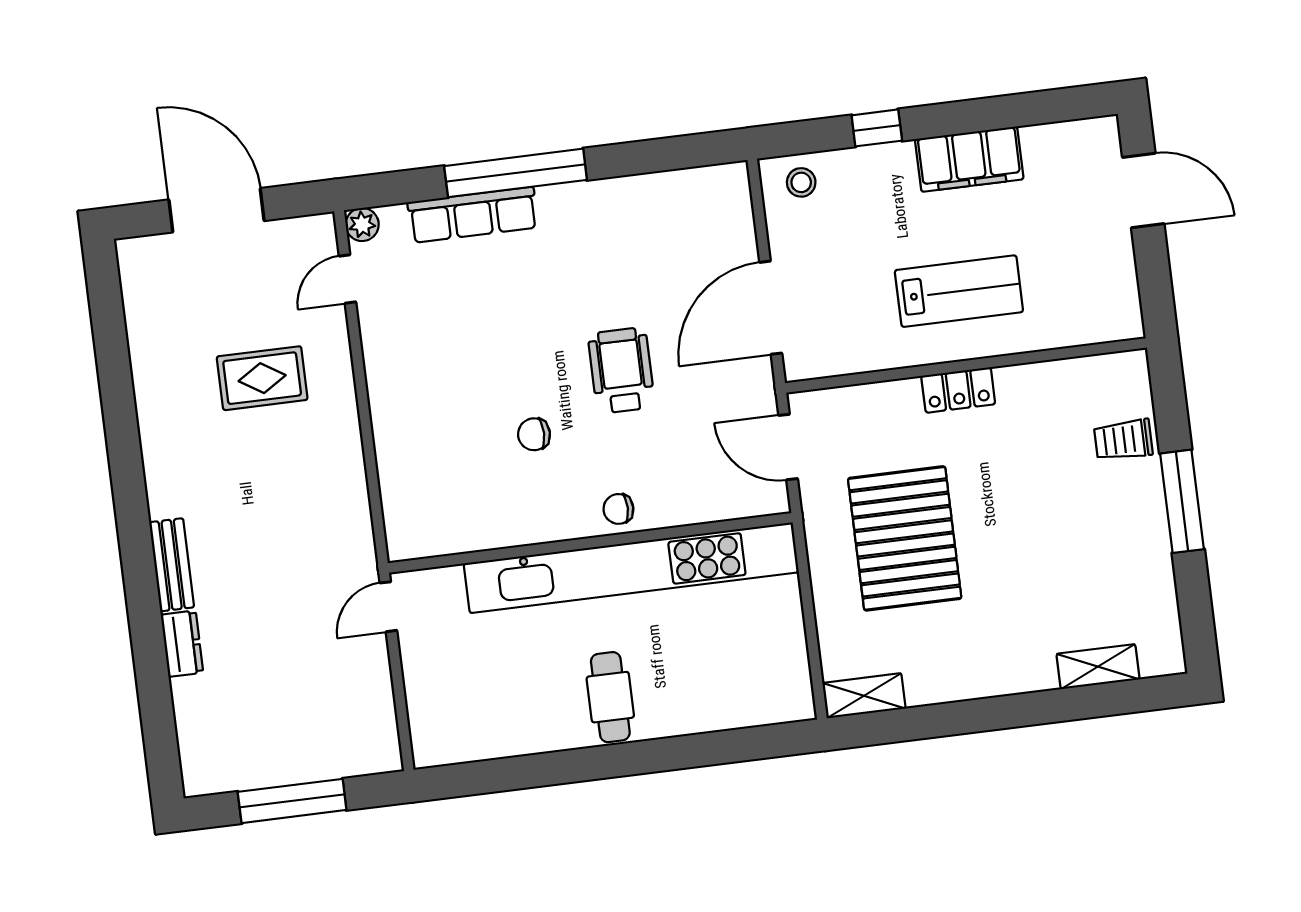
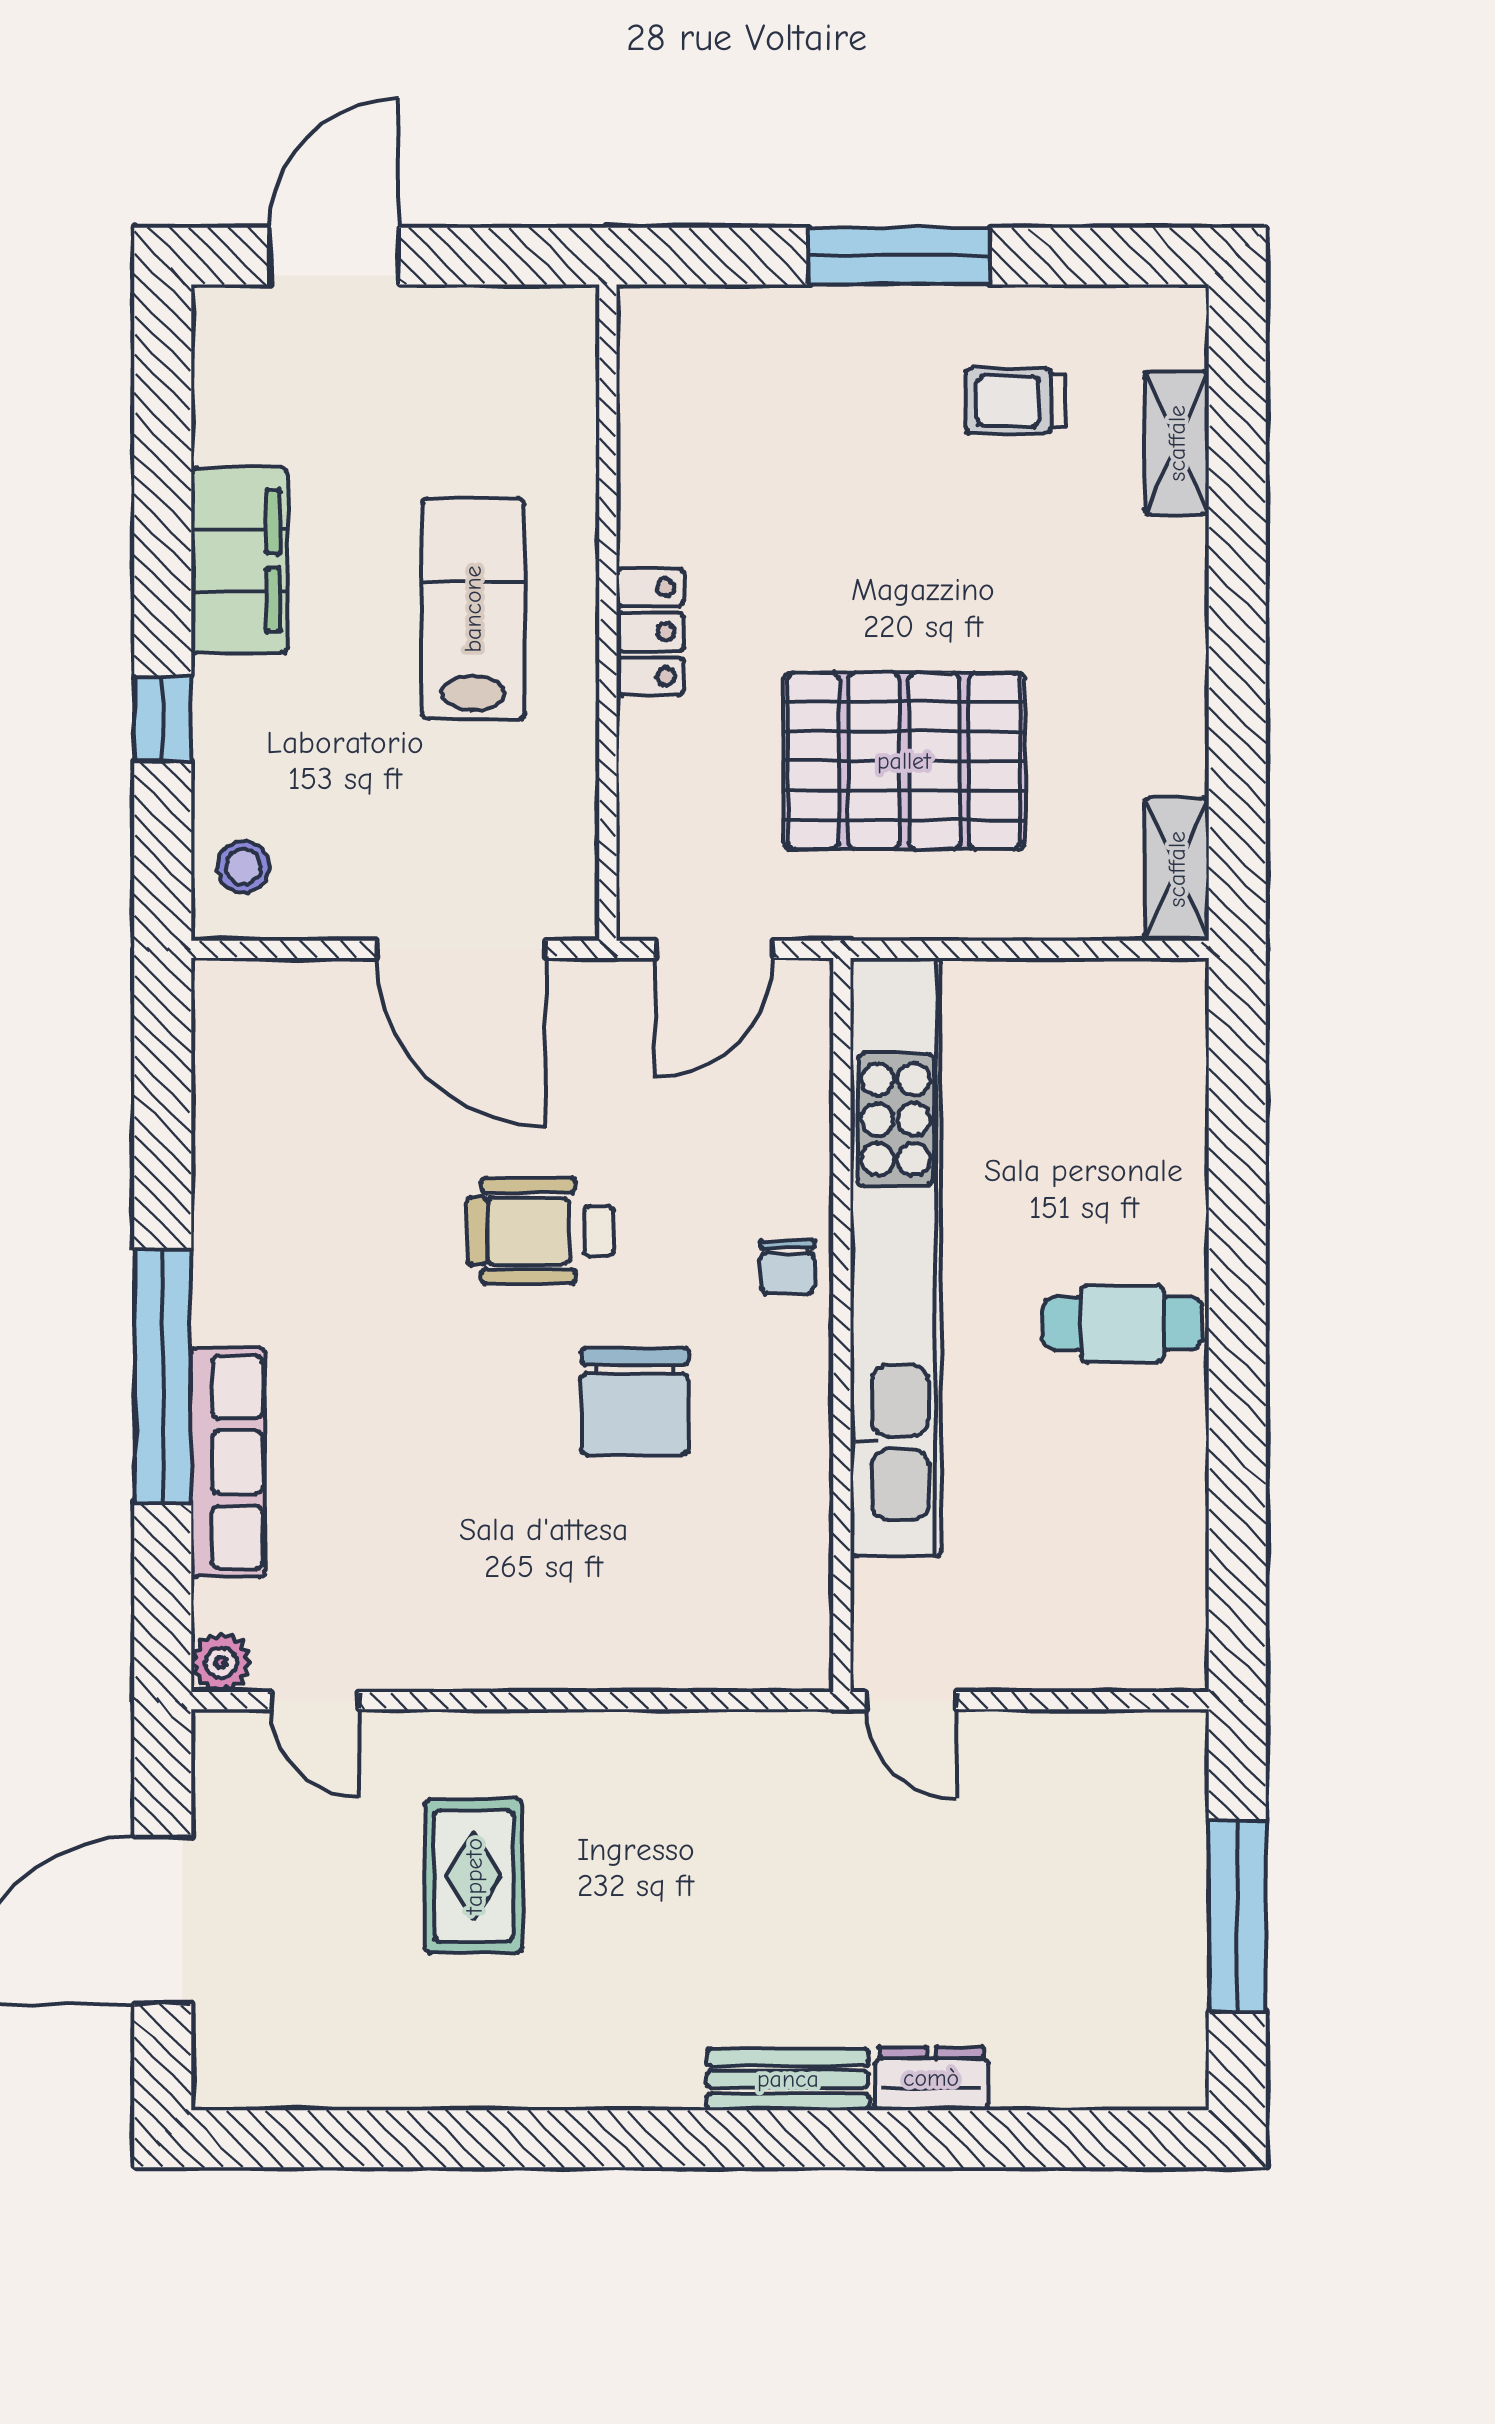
chair: (534, 434) -> (635, 1401), width x1.87, depth x1.87
trolley: (1123, 440) -> (1015, 401), moved, turned 90

